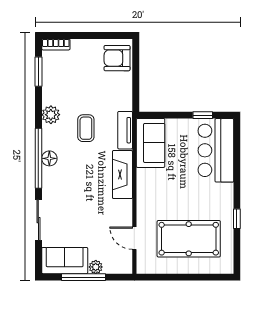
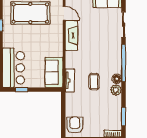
armchair: (117, 58) -> (75, 125), turned -90
floor lamp: (49, 158) -> (117, 79), moved
fireplace: (122, 175) -> (71, 35), moved

